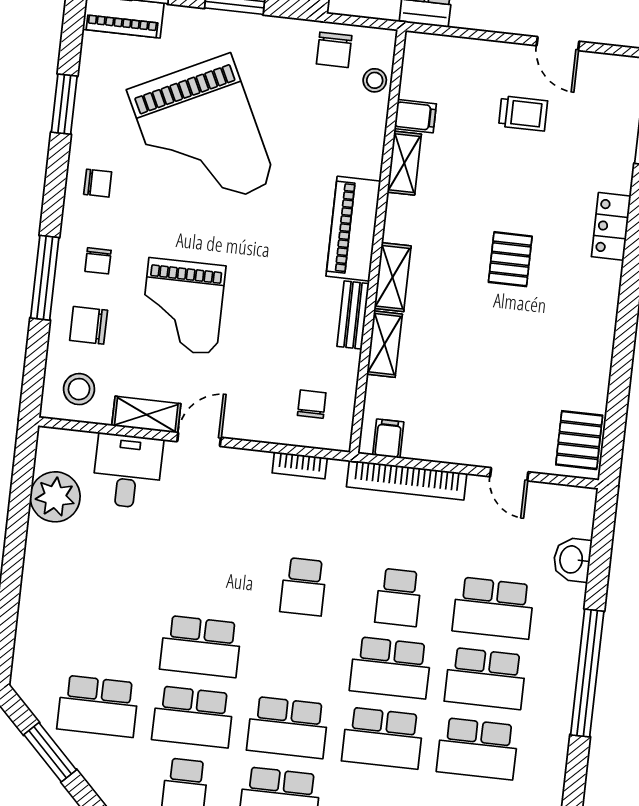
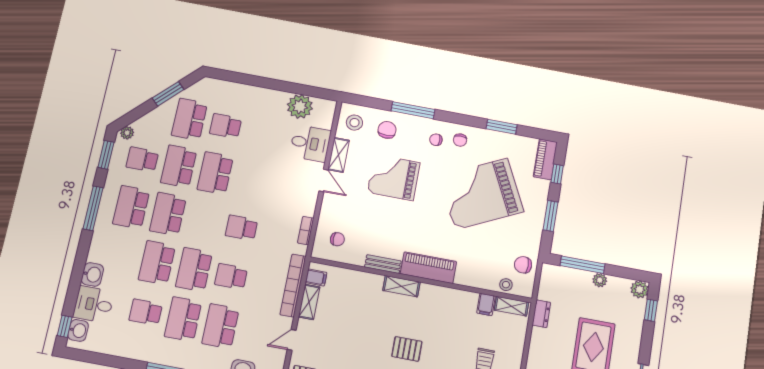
shelving: (404, 163) -> (511, 306), moved
chair: (98, 261) -> (436, 140), moved
shelving: (385, 344) -> (309, 302), moved, turned 90
school desk: (106, 636) -> (226, 126), added
school desk: (477, 749) -> (146, 312), width x0.54

